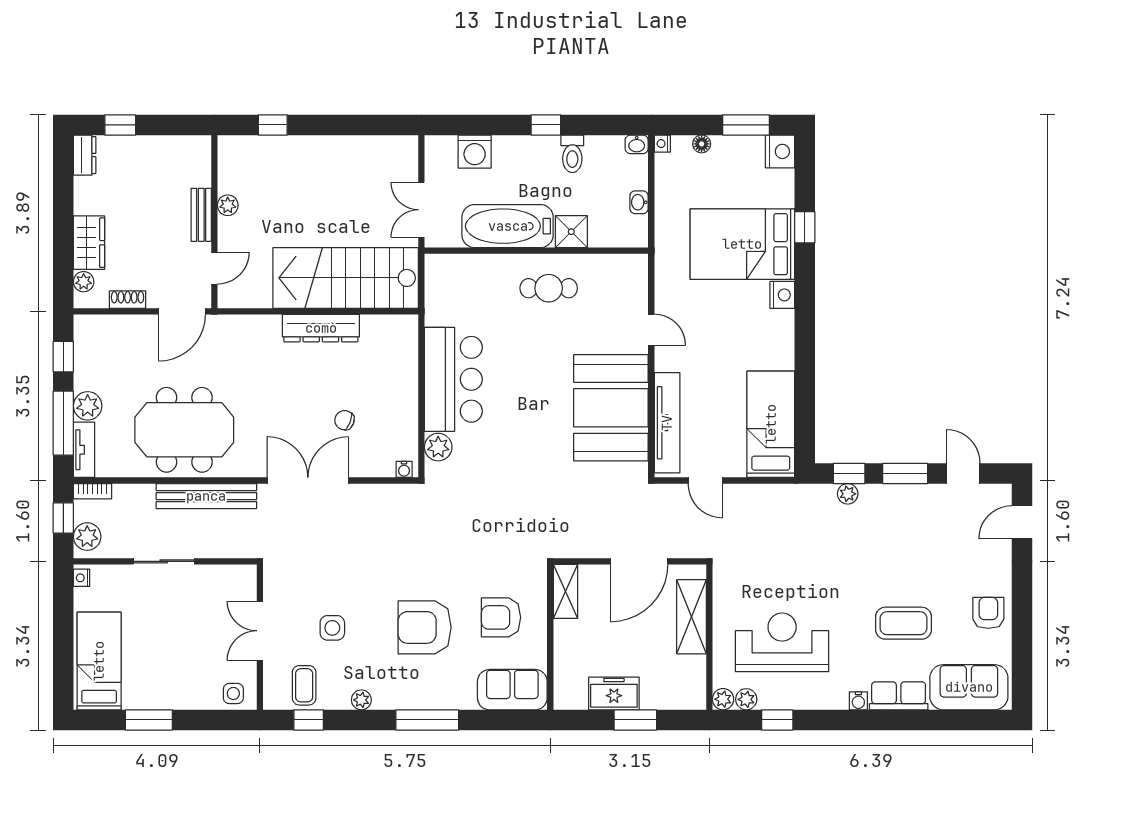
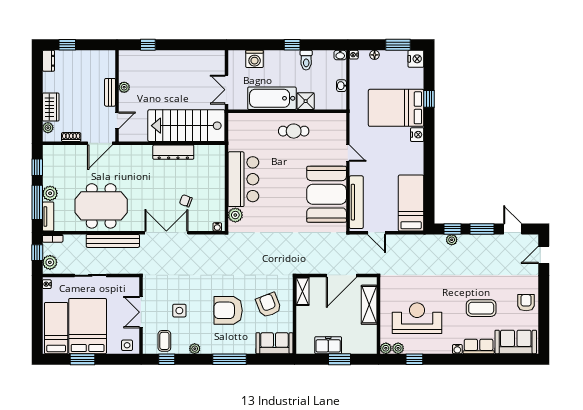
armchair: (501, 617) -> (268, 305), turned 69
bed: (159, 657) -> (88, 326), added

